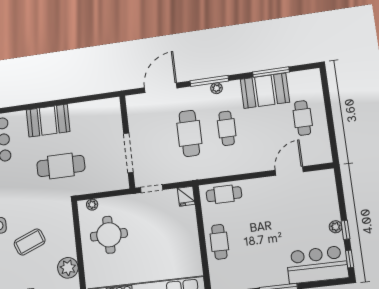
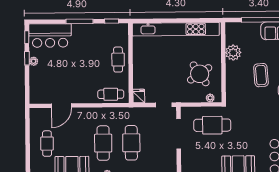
cafe table: (227, 128) -> (103, 143), width x1.37, depth x1.35
cafe table: (61, 166) -> (212, 125), moved
round table: (109, 235) -> (200, 74), turned -34
coffee table: (30, 242) -> (261, 75), turned -72

